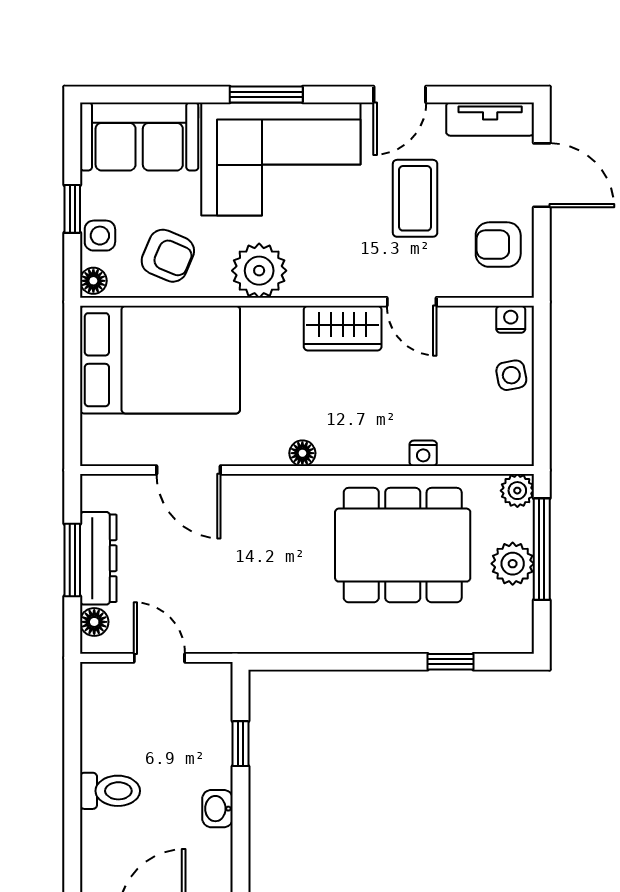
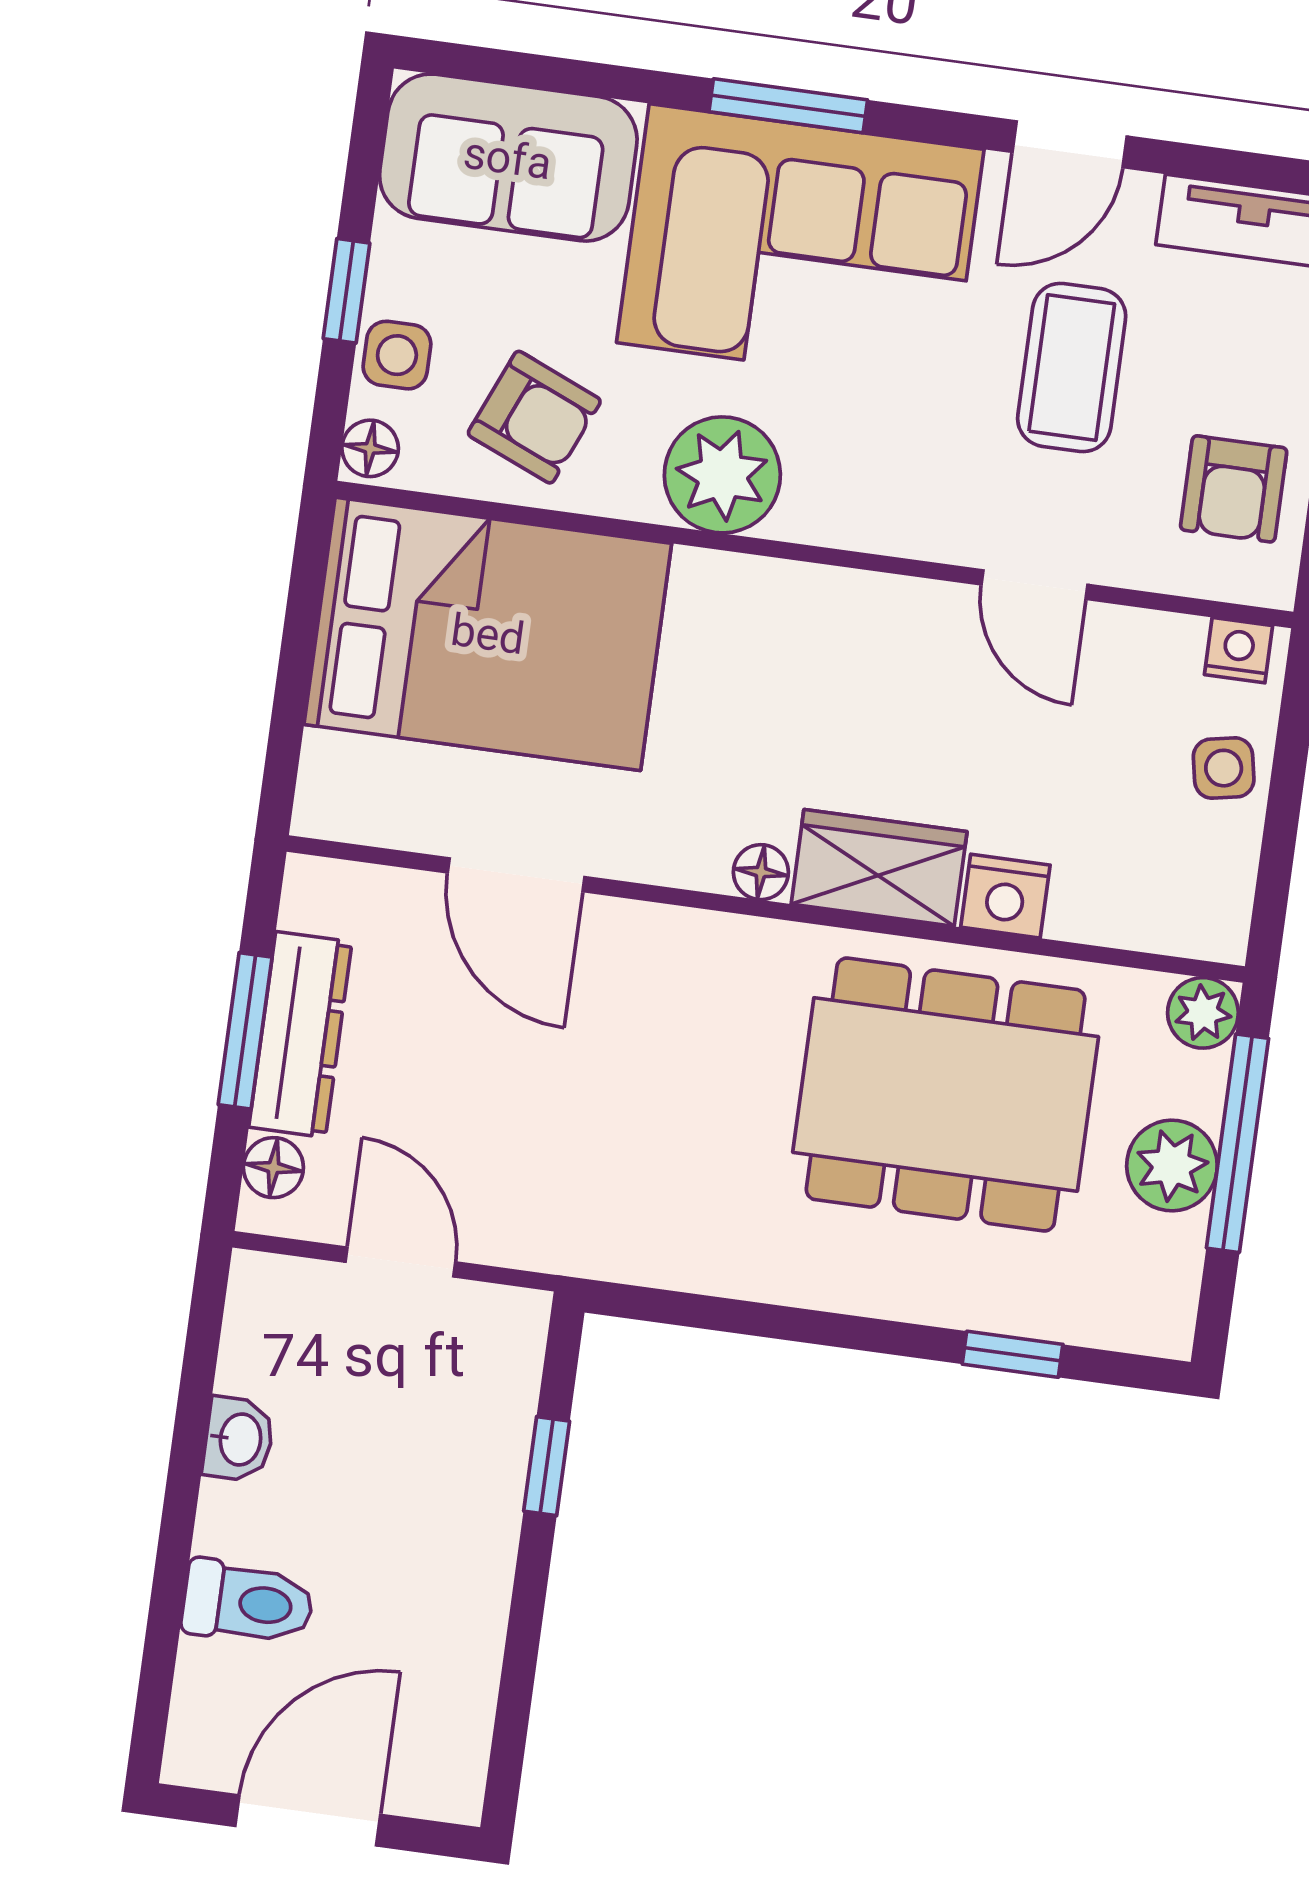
armchair: (498, 245) -> (1234, 489), turned -90
wardrobe: (343, 328) -> (879, 868), moved, turned 180
nightstand: (423, 453) -> (1005, 896), width x1.39, depth x1.35
toilet: (110, 791) -> (248, 1603), moved
washbasin: (217, 809) -> (239, 1439), moved, turned 180

